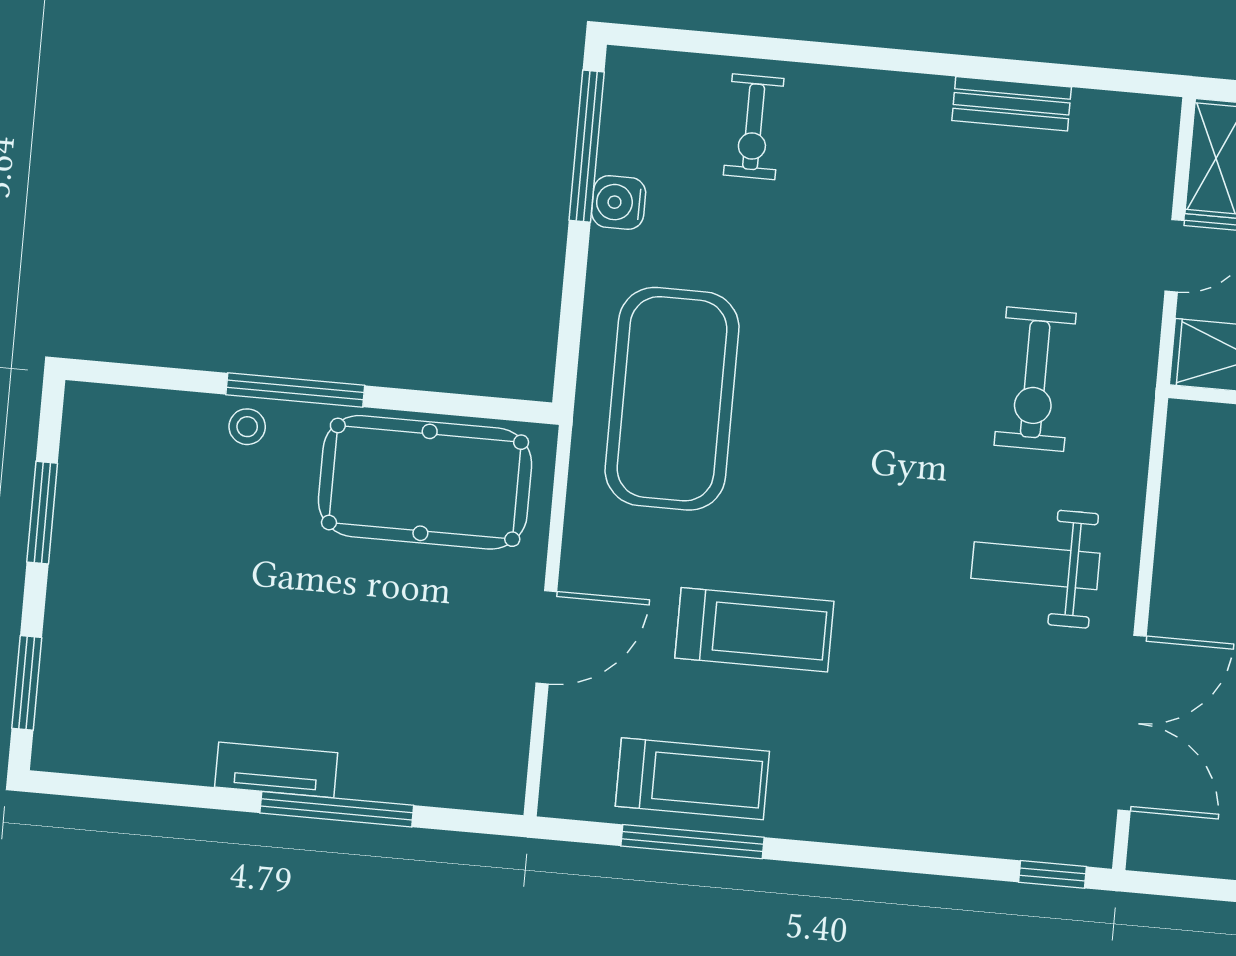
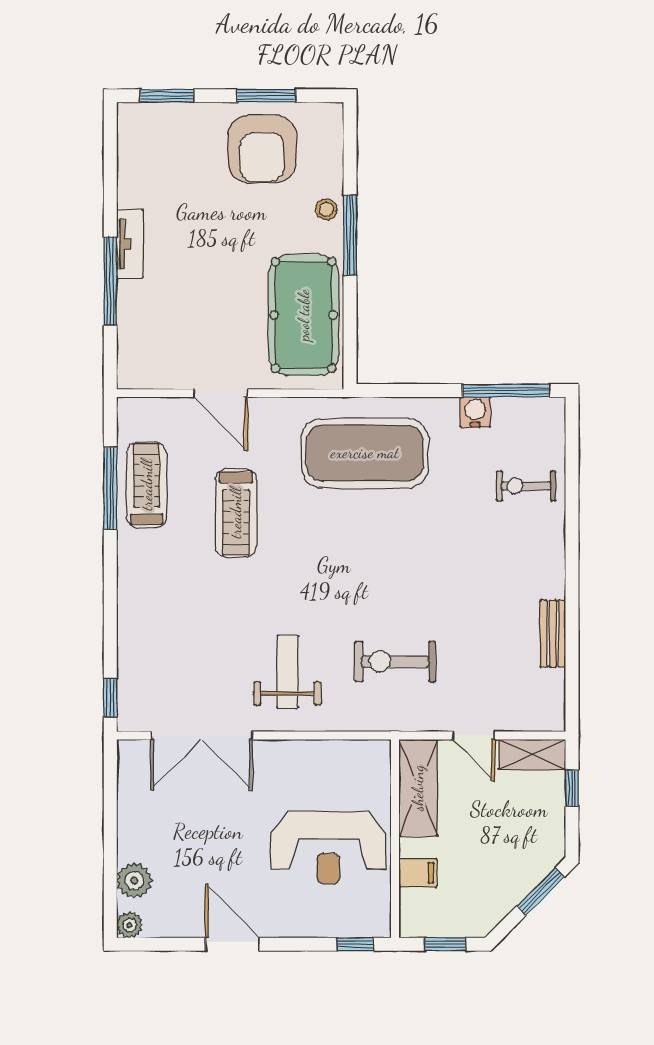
armchair: (133, 528) -> (262, 149), added
treadmill: (692, 779) -> (147, 485), turned 180

